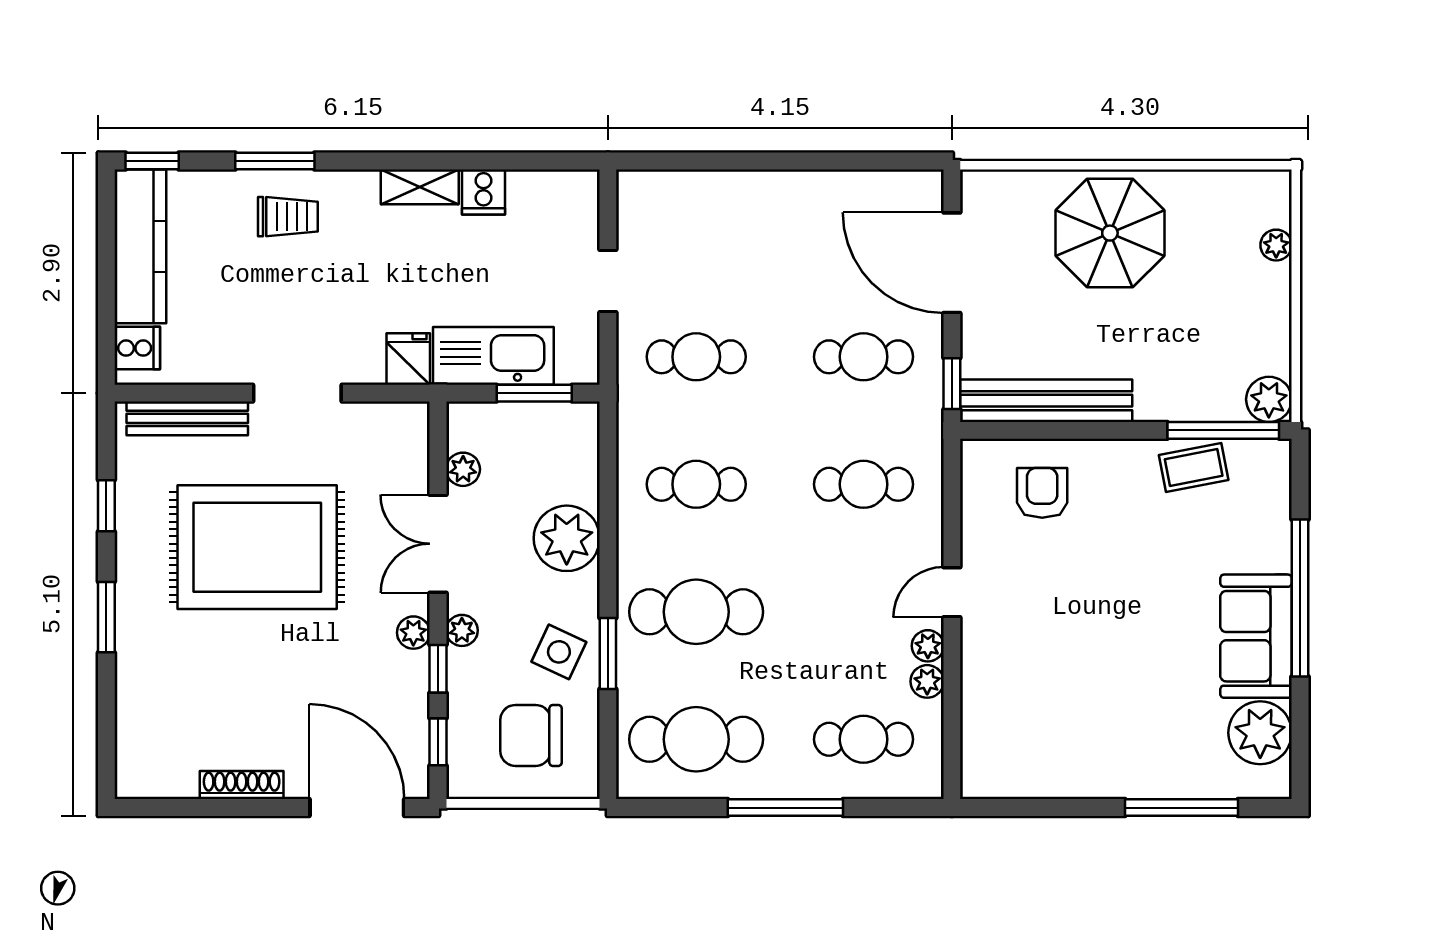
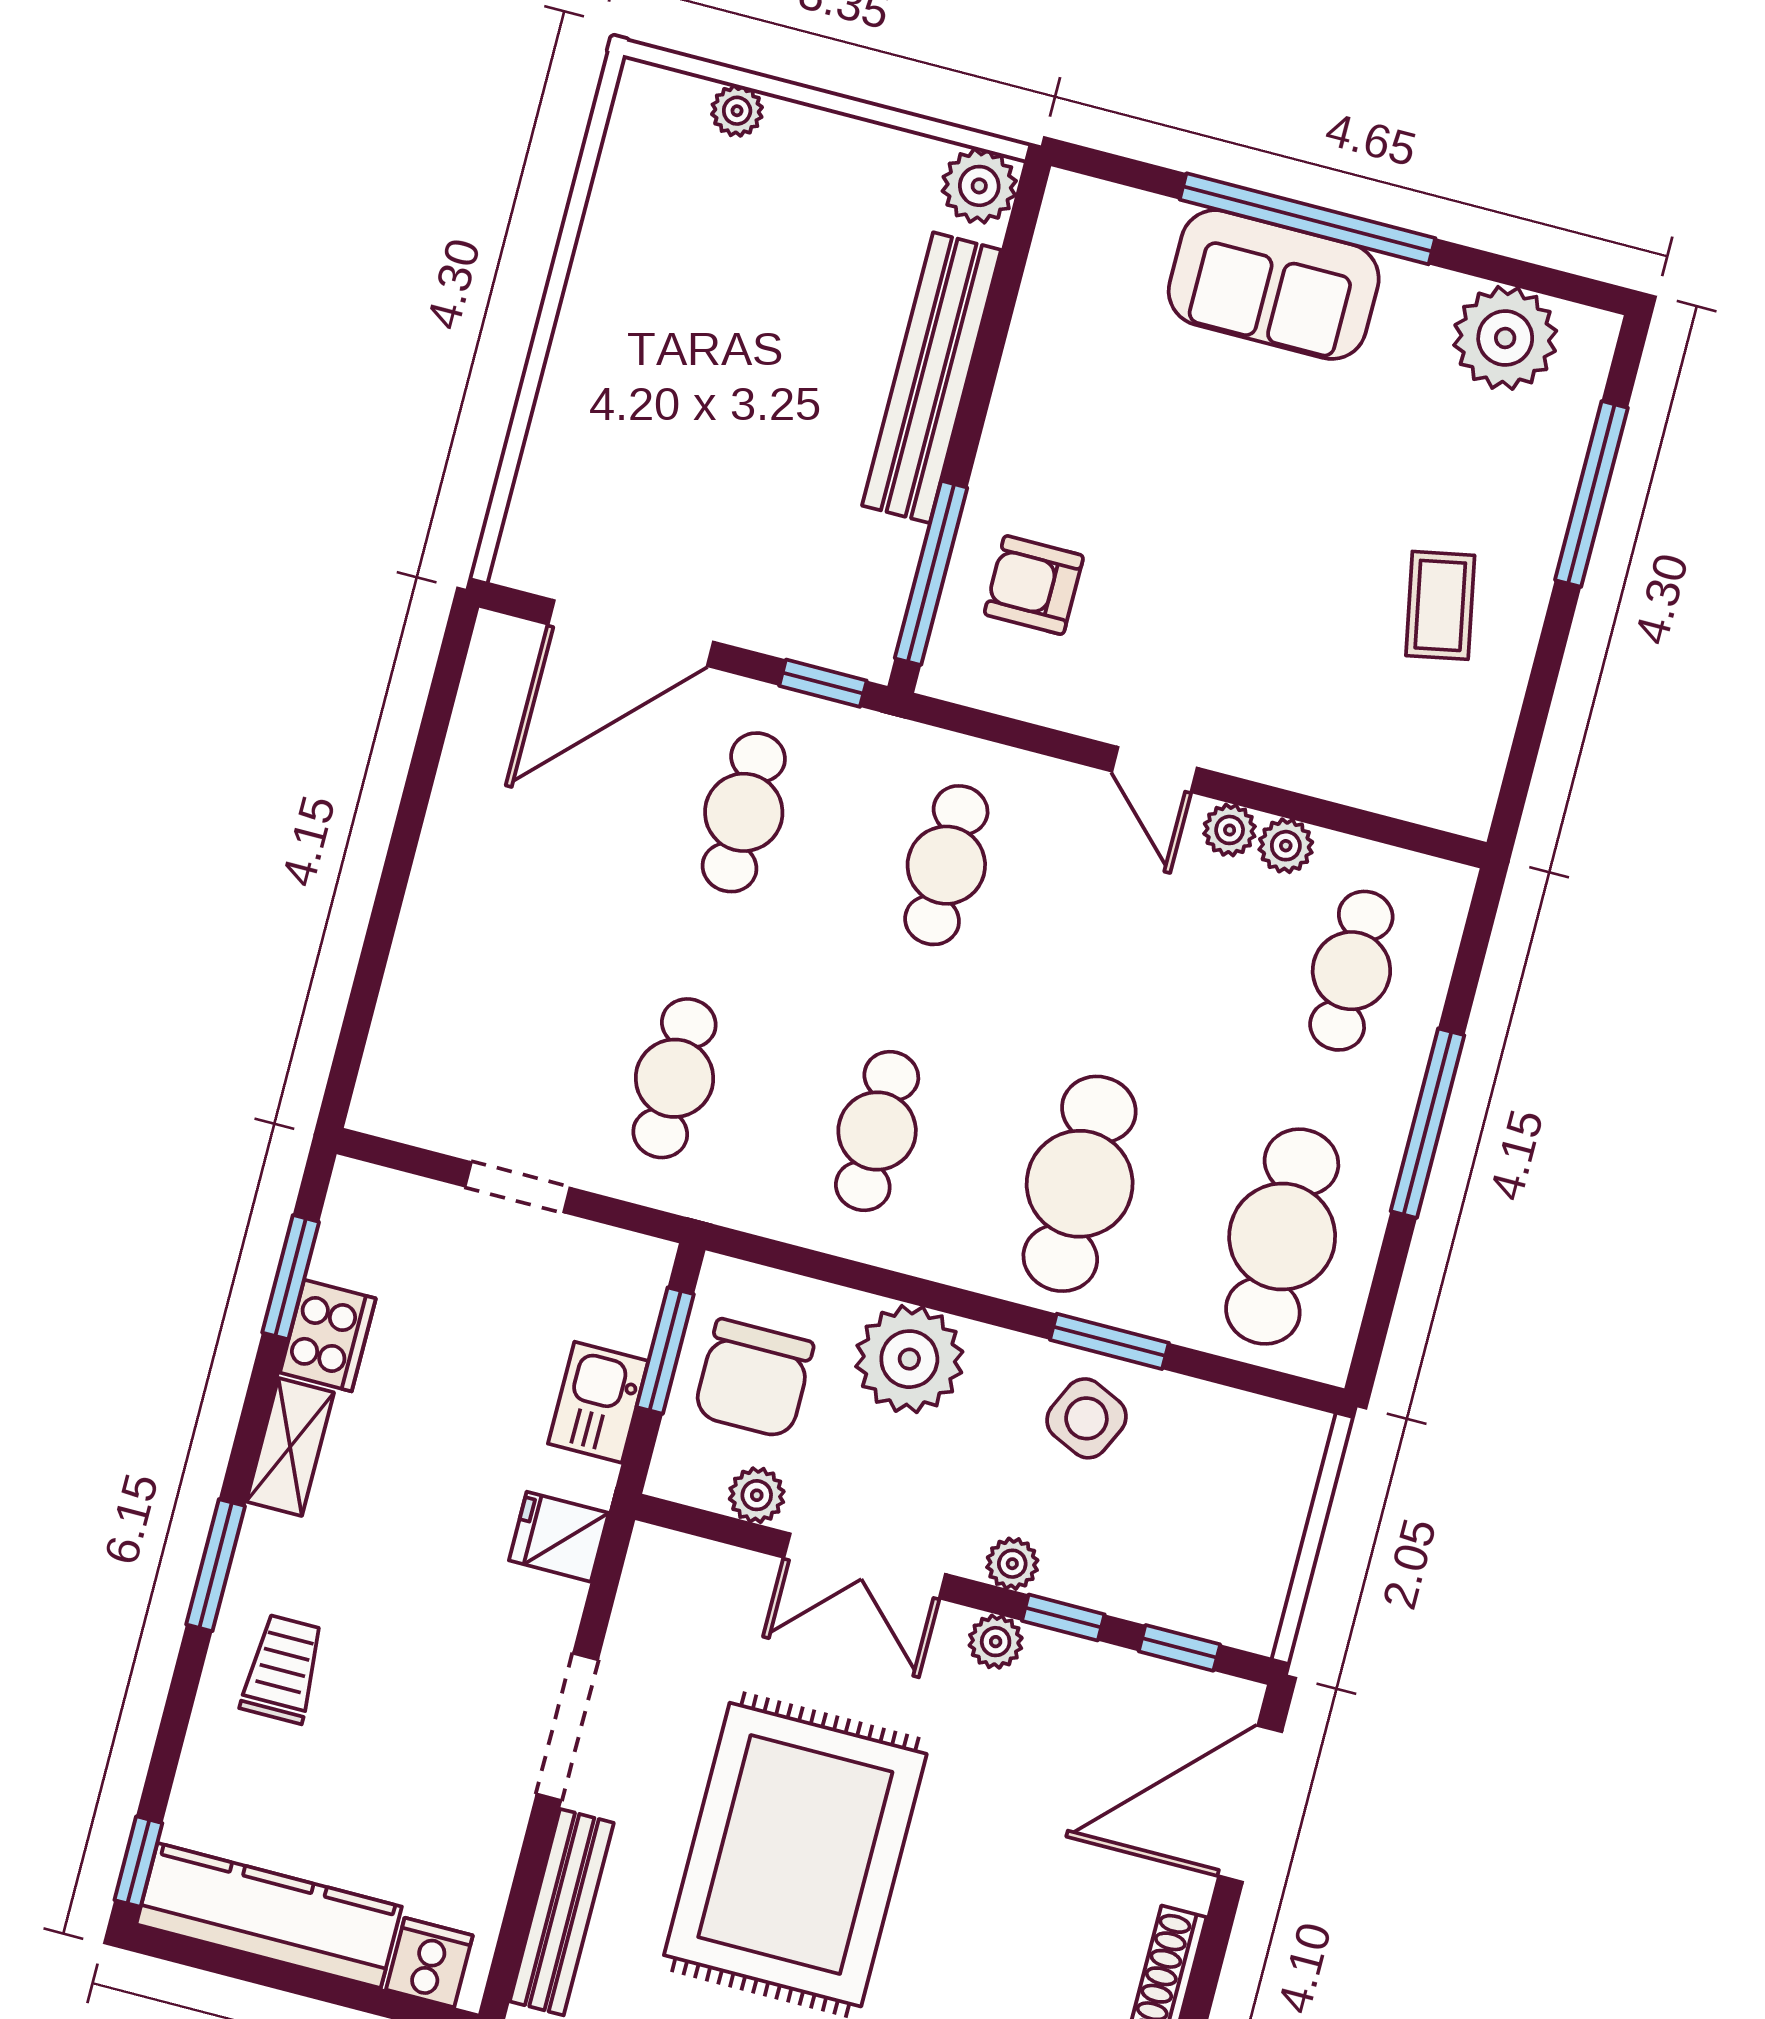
window: (275, 161) -> (216, 1565), moved
window: (520, 161) -> (291, 1277), added
cooker: (483, 192) -> (328, 1336), width x1.36
parasol: (1110, 233) -> (649, 370), removed
kitchen sink: (493, 356) -> (598, 1402), width x0.53, depth x0.81
bench: (1046, 401) -> (932, 378), moved
window: (1223, 430) -> (931, 573), moved
coffee table: (1194, 468) -> (1440, 605), moved
sofa: (1256, 636) -> (1274, 285), moved
chair: (531, 735) -> (754, 1379), moved

